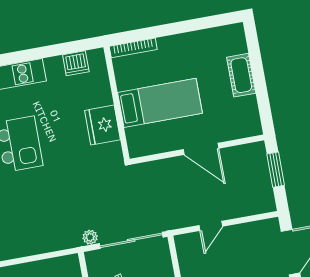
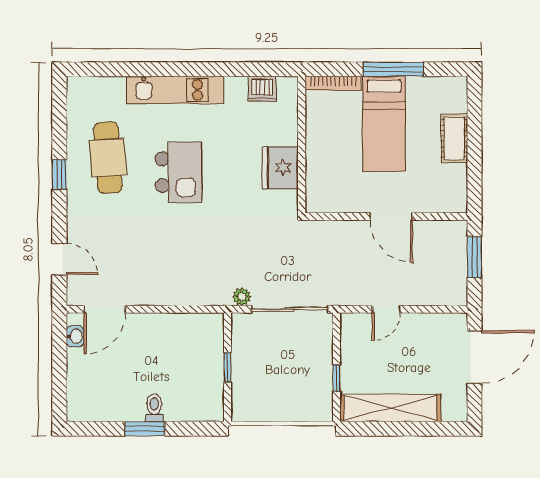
window: (181, 27) -> (393, 69), added
bed: (160, 103) -> (384, 124), moved, turned 90

